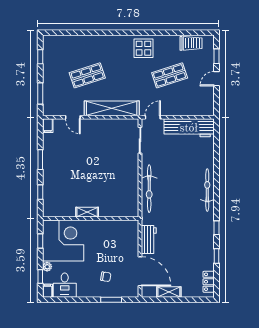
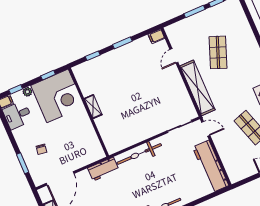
shop shelf: (87, 75) -> (218, 52), turned 39
window: (40, 94) -> (194, 12), moved
workbench: (149, 240) -> (103, 169), moved

